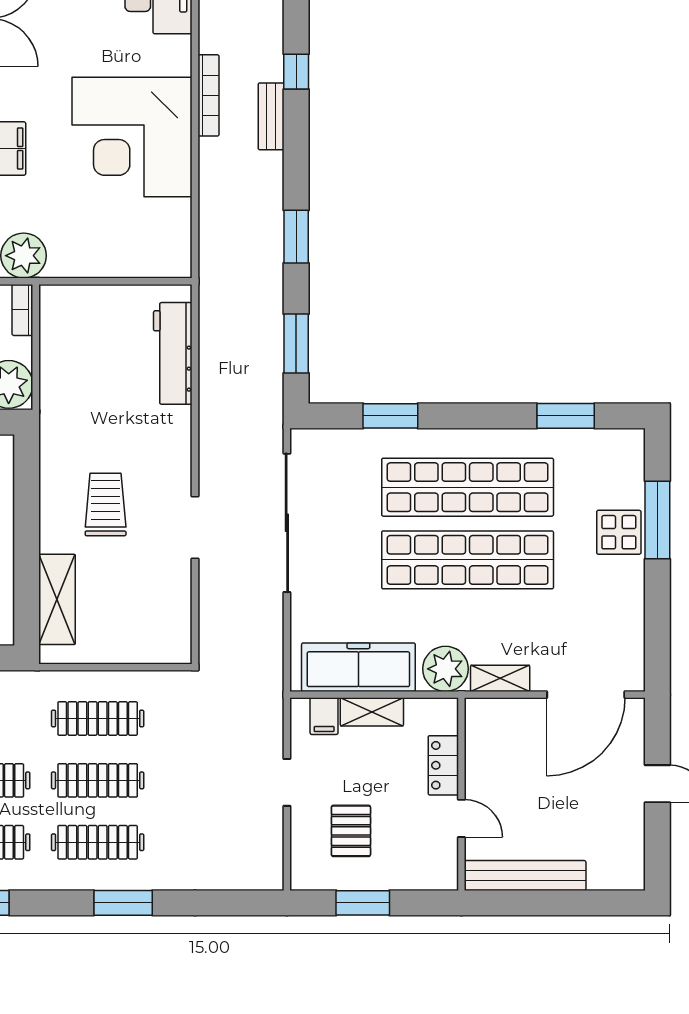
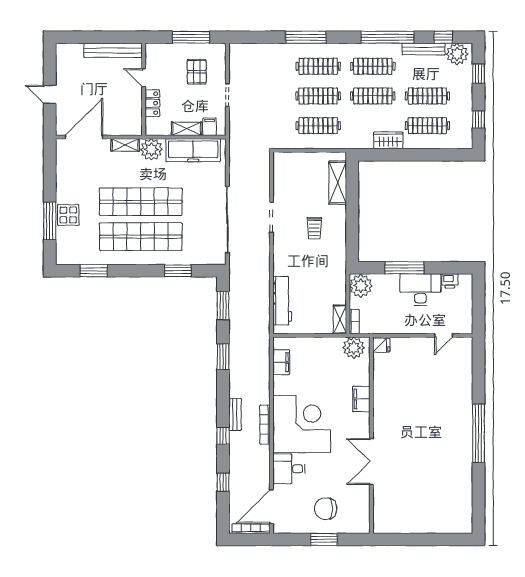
corner desk: (132, 137) -> (302, 424), moved
filing cabinet: (175, 225) -> (281, 362), added
shelving: (52, 314) -> (340, 319), added
trolley: (106, 505) -> (314, 228), width x0.73, depth x0.72
window: (123, 903) -> (306, 37), width x1.44
window: (363, 903) -> (191, 37), width x1.44

